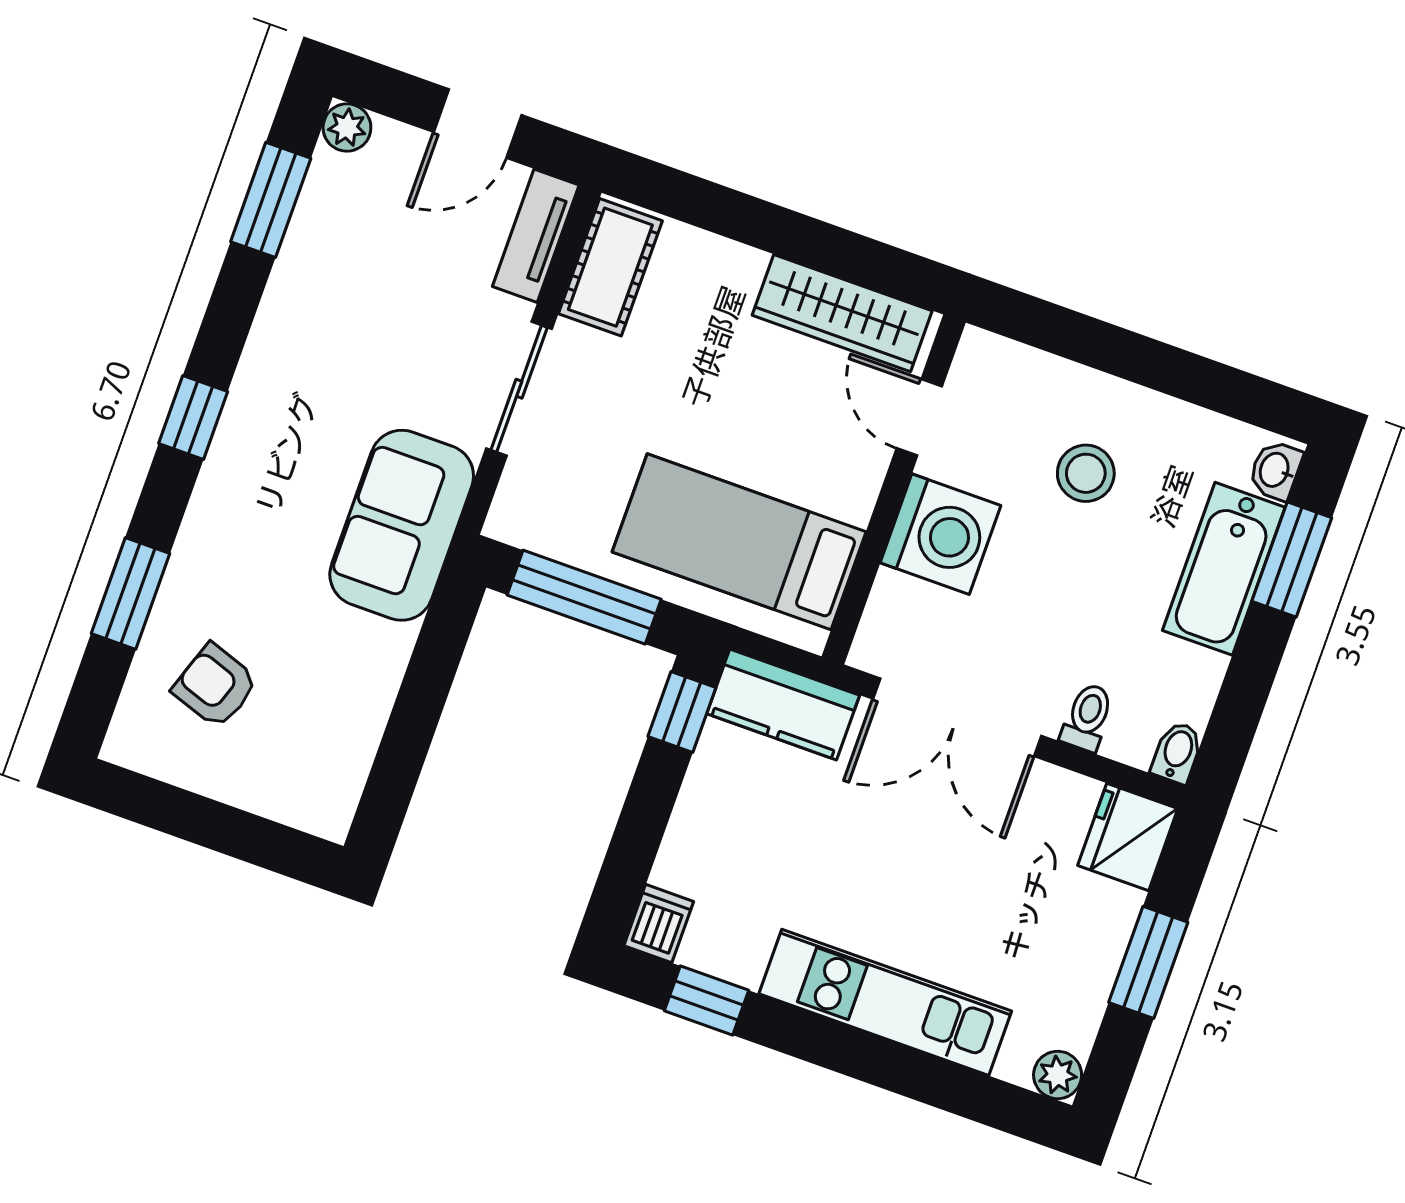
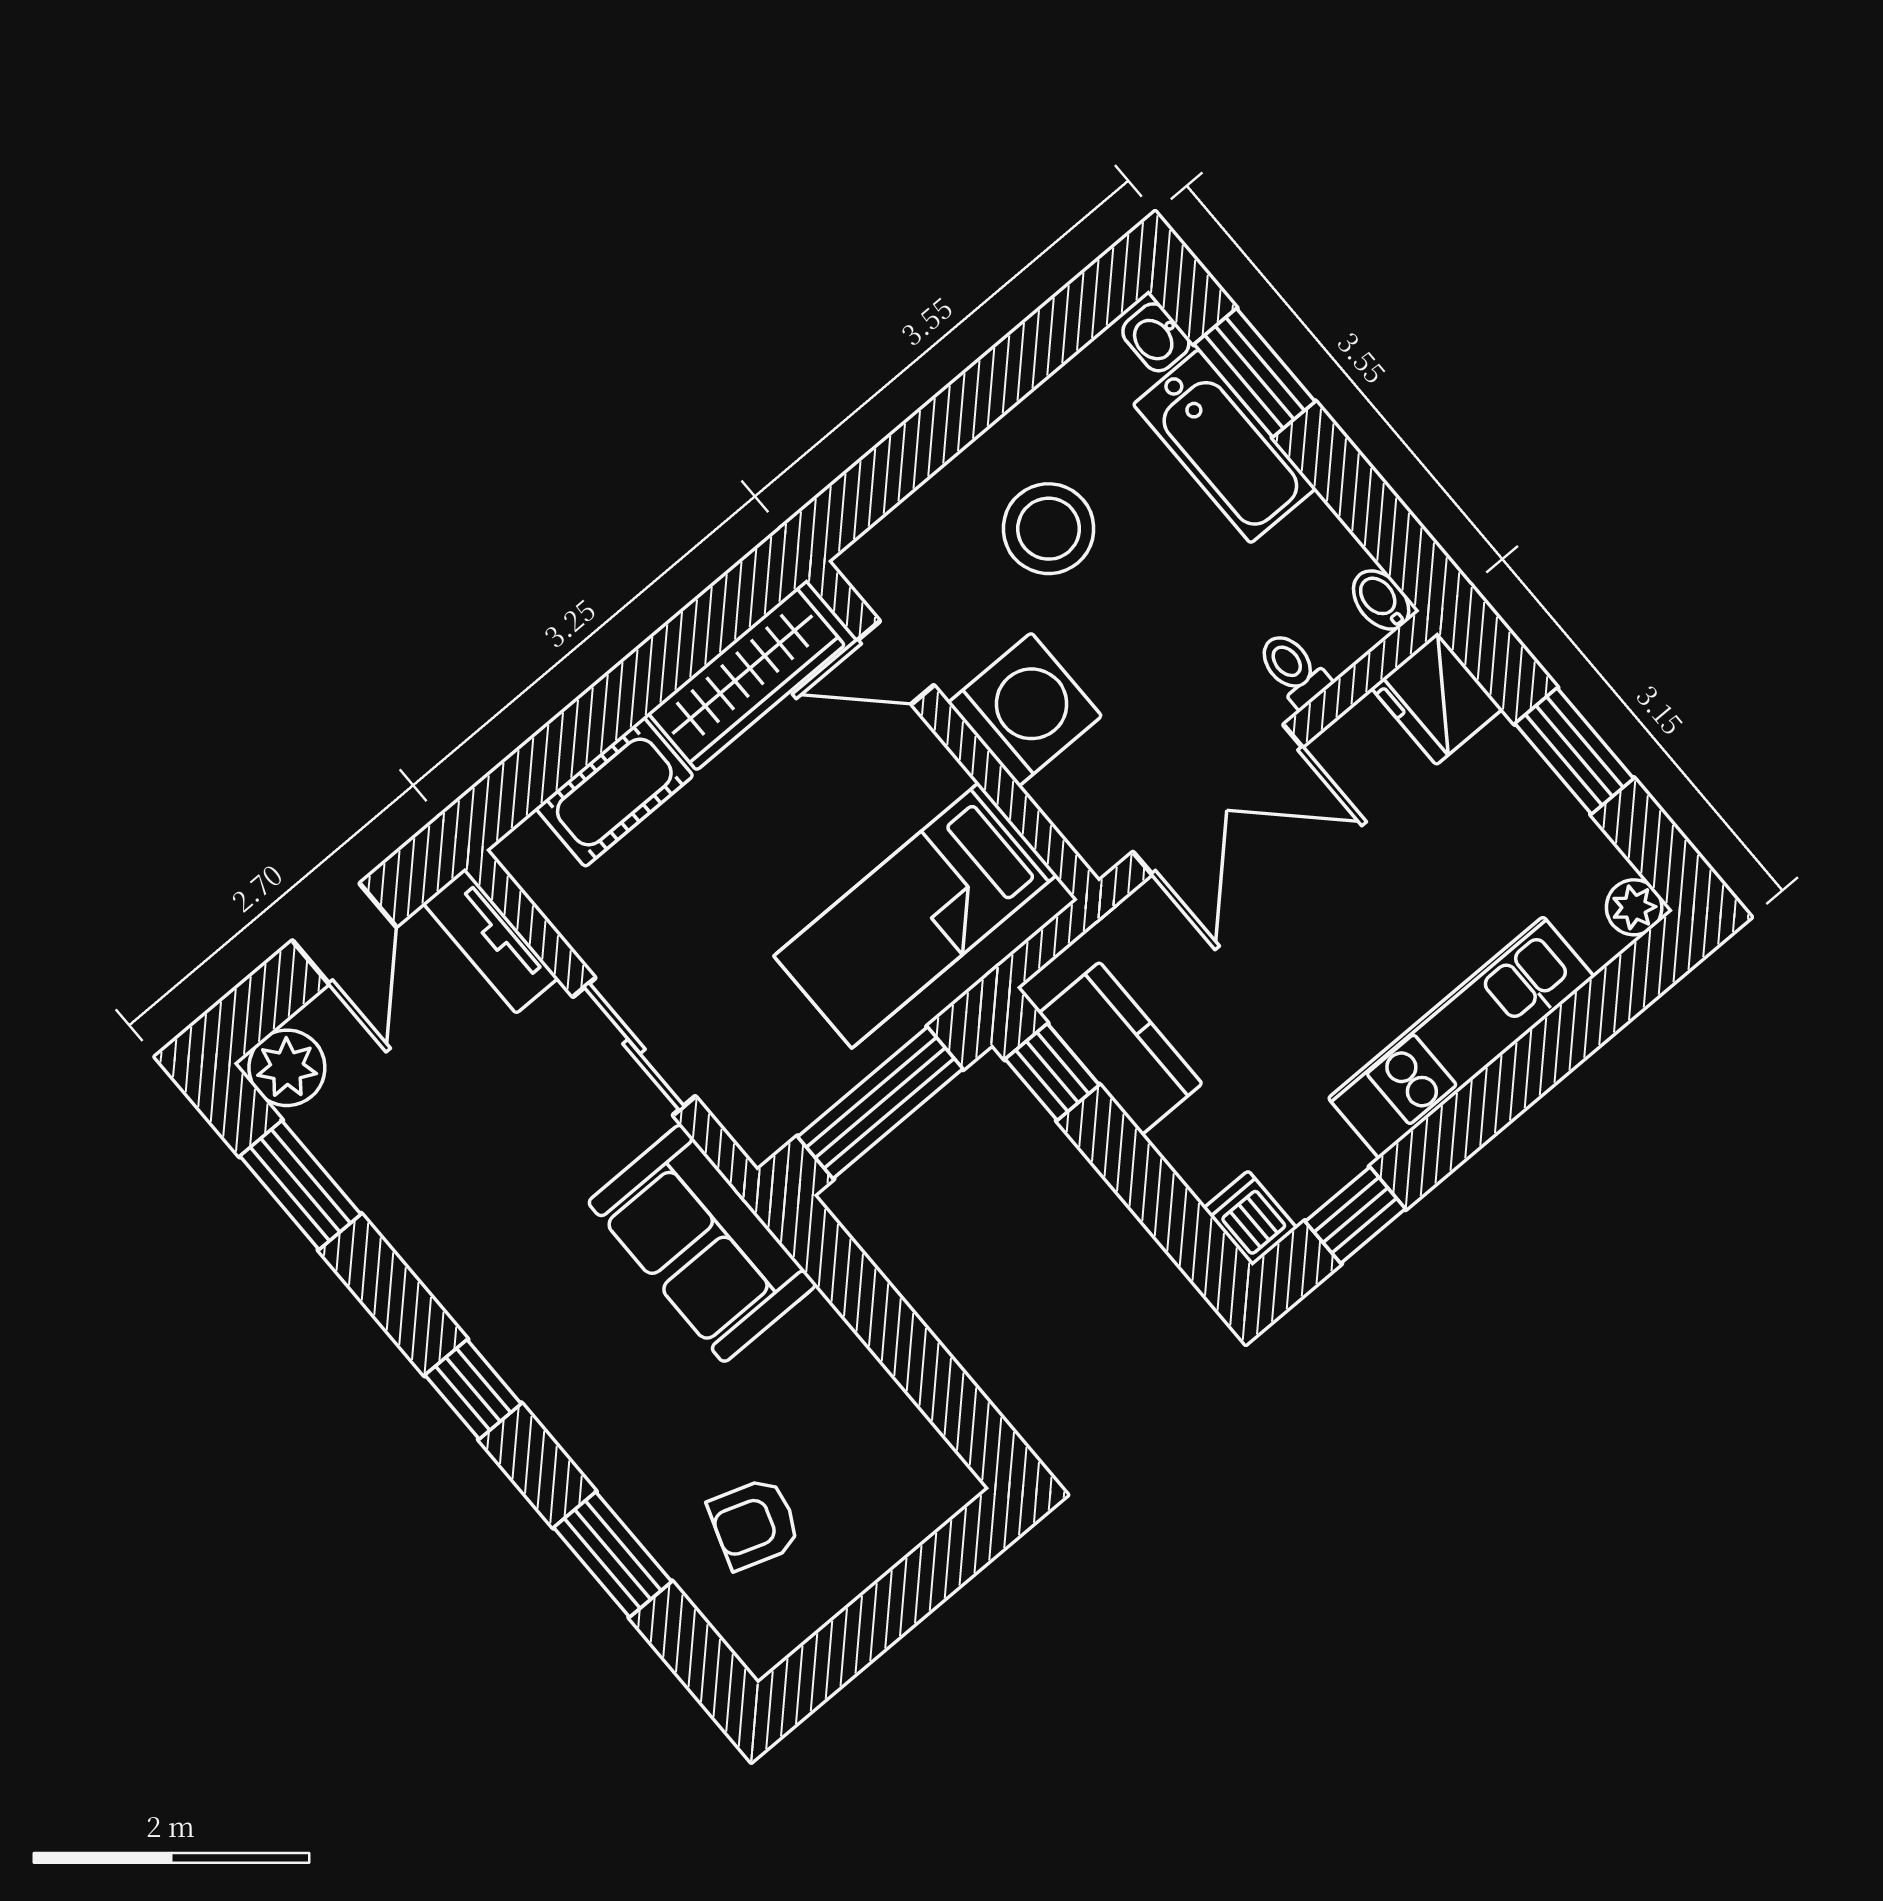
plant: (347, 127) -> (287, 1068), width x1.38, depth x1.38
cot: (610, 267) -> (614, 792), moved, turned 90
stool: (1086, 473) -> (1049, 529), width x1.38, depth x1.38
kitchen counter: (783, 704) -> (1120, 1048), moved, turned -90

